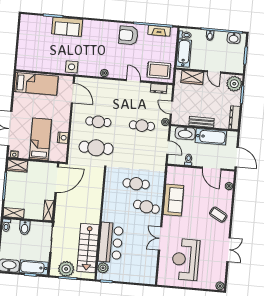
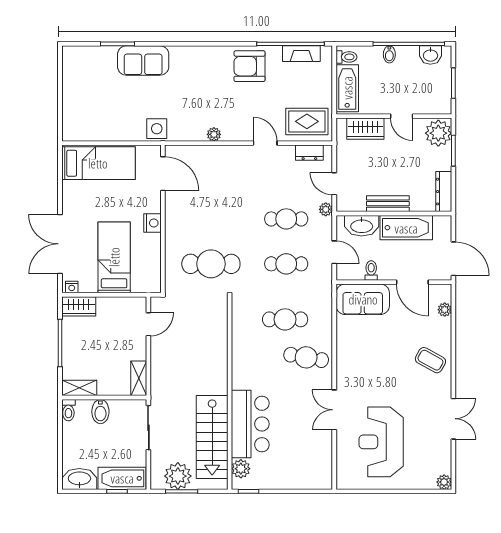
cafe table: (98, 122) -> (286, 264), moved
nightstand: (63, 138) -> (152, 223), moved
door: (57, 180) -> (148, 324), width x0.53
sofa: (173, 200) -> (363, 299), moved, turned 90

